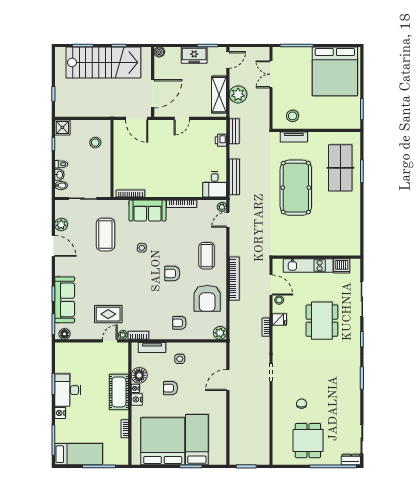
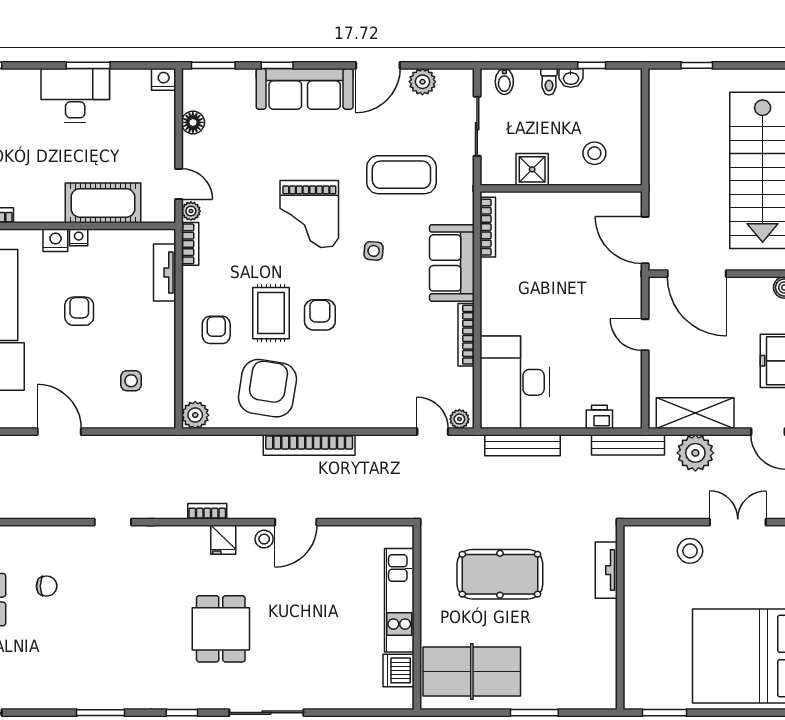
stool: (293, 116) -> (690, 551), moved
door: (137, 118) -> (645, 240), hinge flipped
shower: (62, 127) -> (532, 169), moved
bench: (234, 131) -> (628, 445), width x1.36
table tennis table: (340, 168) -> (472, 671), moved
washbasin: (59, 175) -> (571, 78), moved
desk: (215, 184) -> (515, 382), width x1.87, depth x1.30
pool table: (296, 188) -> (500, 574), width x0.73, depth x0.76
coffee table: (207, 256) -> (357, 387), removed
wall: (316, 257) -> (417, 617), moved
kitchen unit: (308, 266) -> (399, 600), moved
dishwasher: (342, 266) -> (398, 670), moved
grand piano: (124, 279) -> (309, 214), added
armchair: (207, 298) -> (267, 388), turned 99
sofa: (65, 300) -> (305, 89), moved
rug: (108, 314) -> (271, 313), moved
dining table: (322, 321) -> (221, 629), width x0.73
floor lamp: (64, 334) -> (193, 122), moved
side table: (180, 359) -> (131, 381), moved
floor lamp: (139, 375) -> (106, 246), removed
door: (228, 380) -> (59, 432), moved
cot: (119, 392) -> (103, 203), moved
nightstand: (60, 413) -> (164, 79), moved

